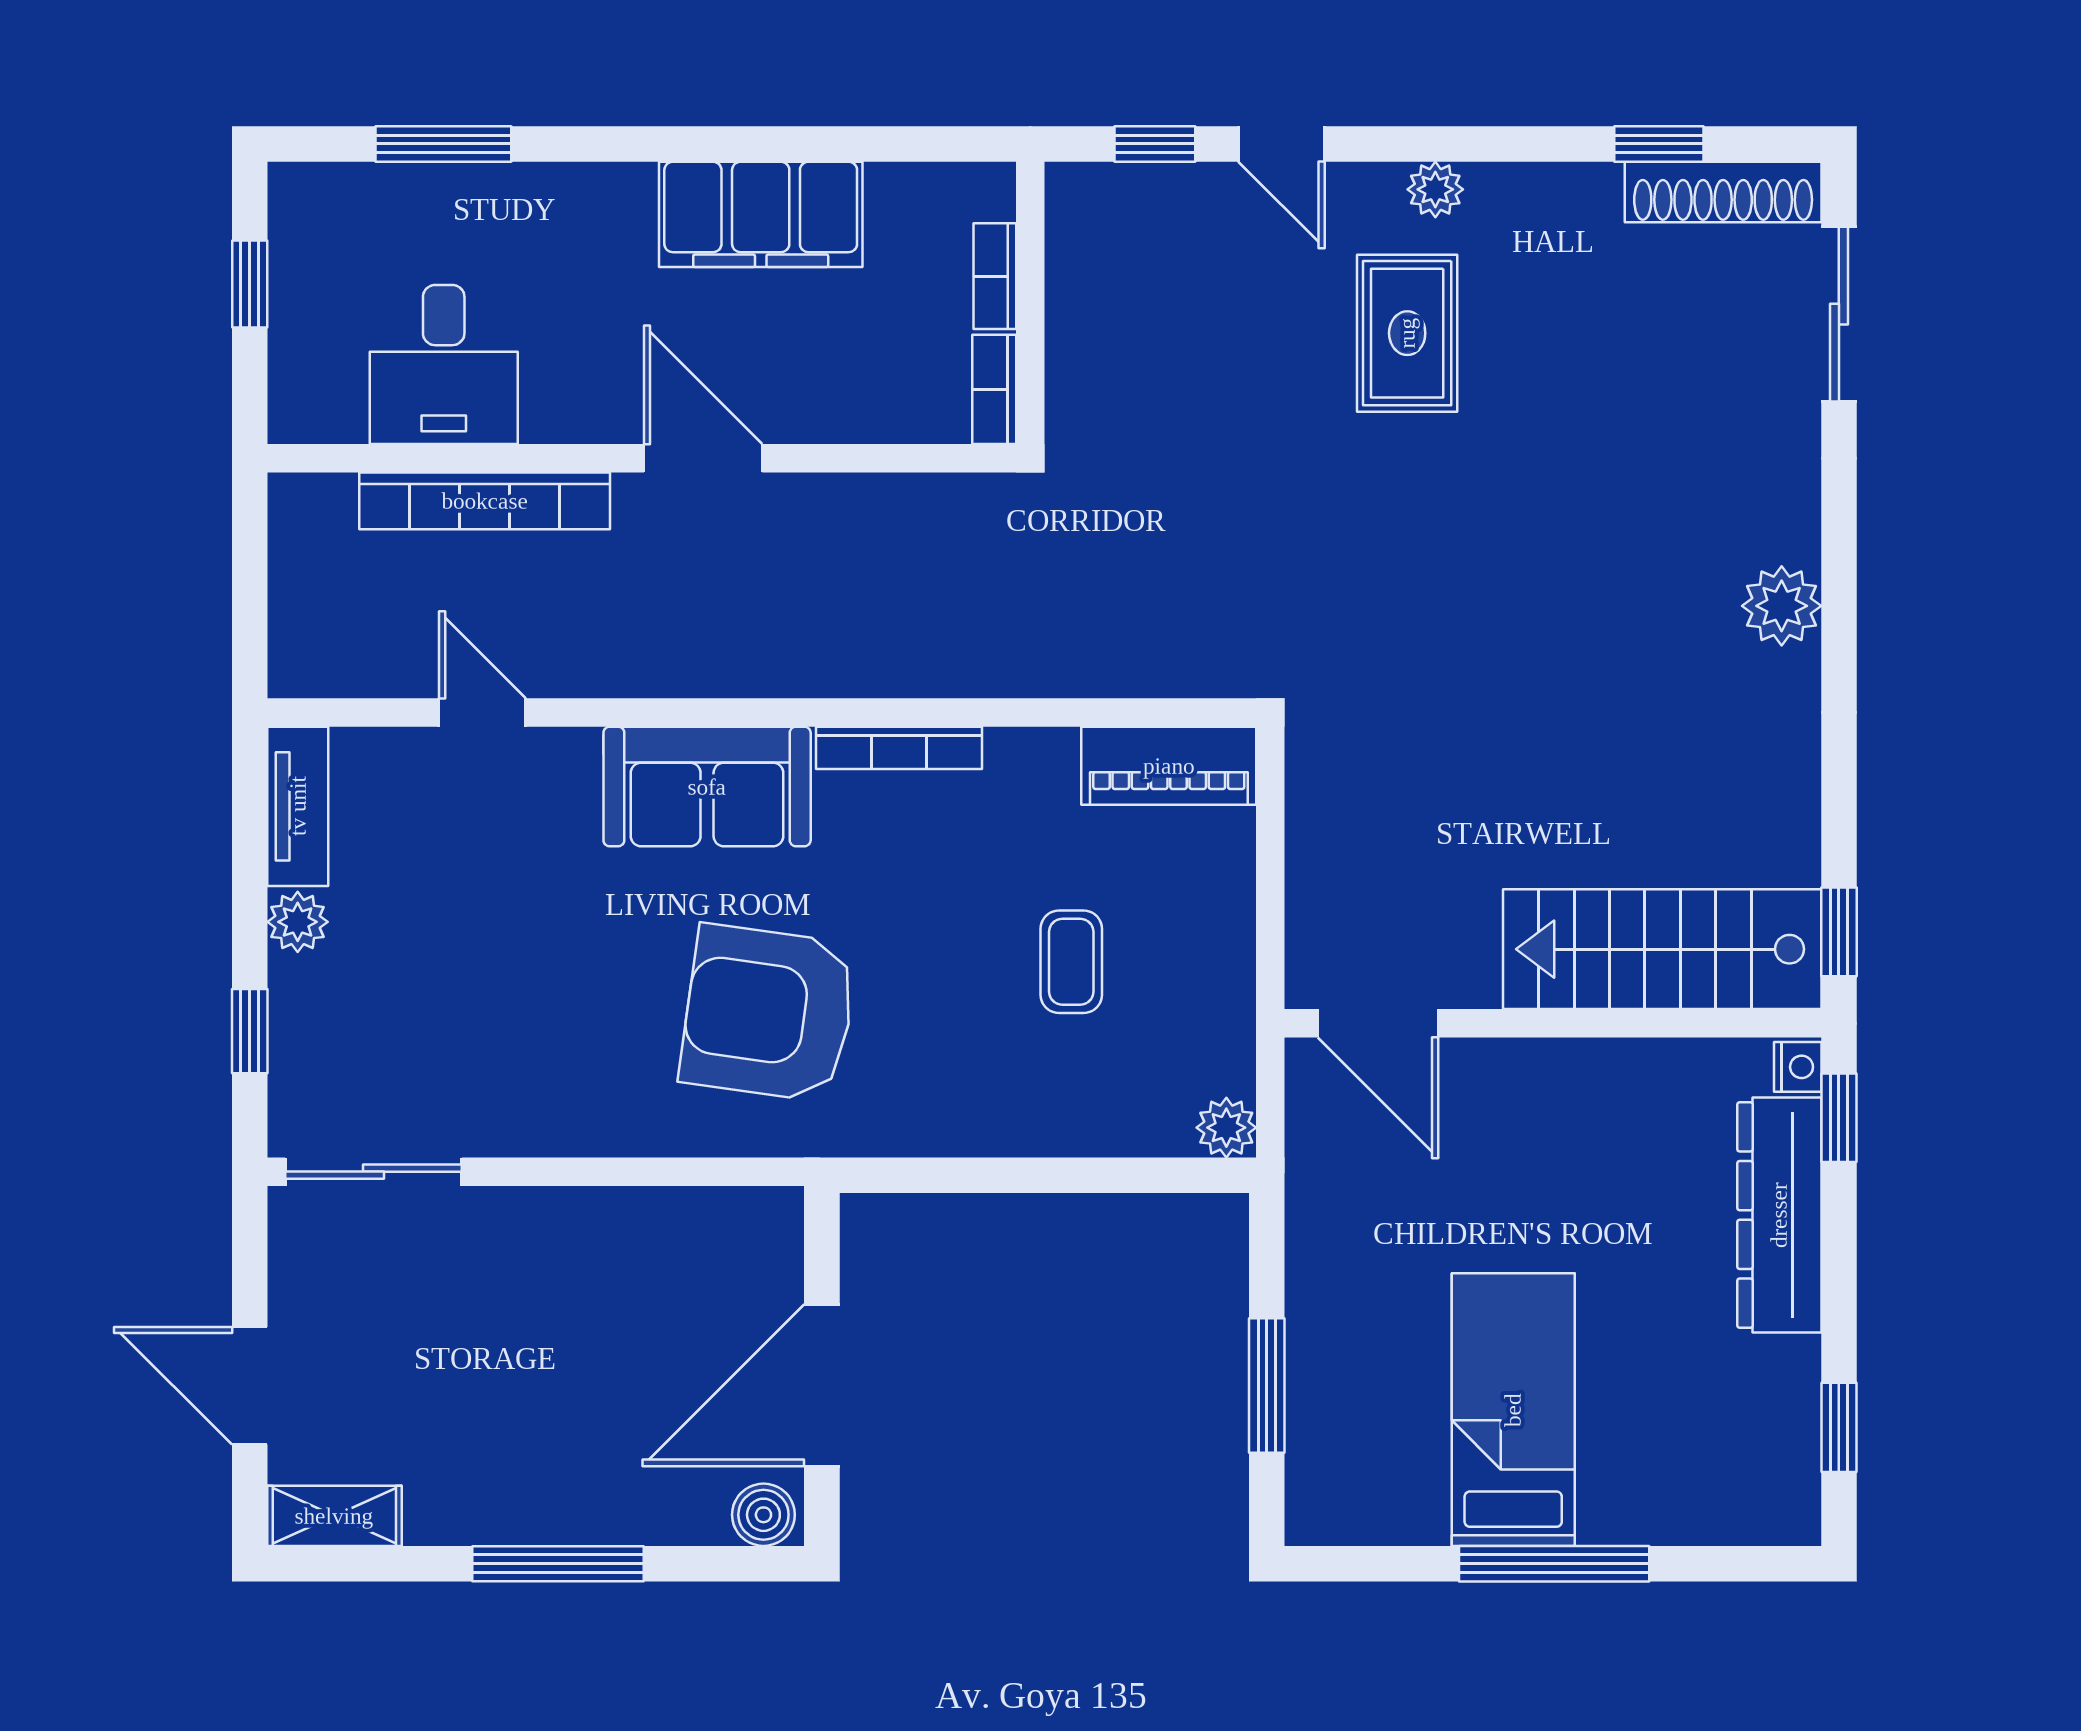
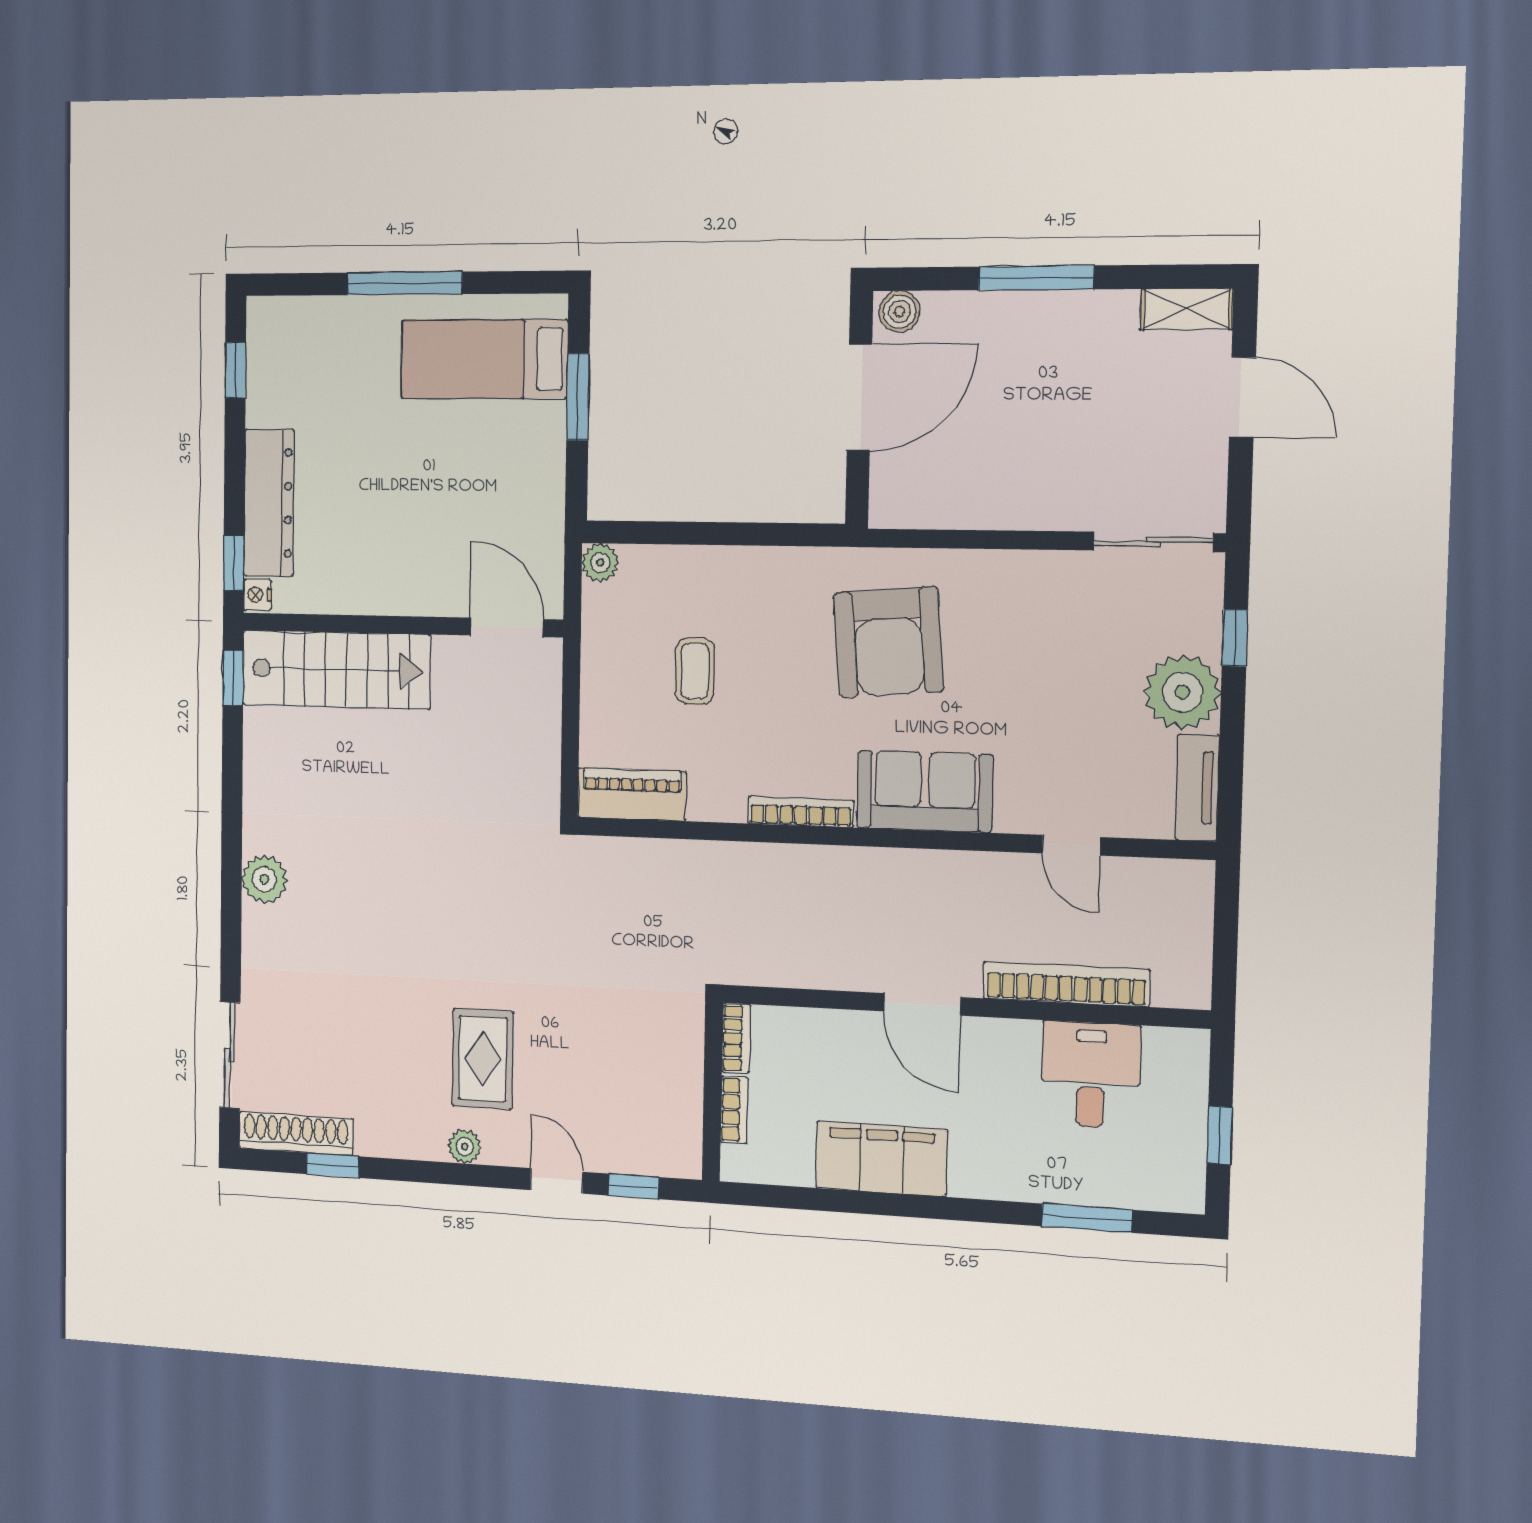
plant: (298, 922) -> (1182, 692), width x1.87, depth x1.87
armchair: (769, 1013) -> (888, 642), turned 77
bed: (1513, 1410) -> (484, 359), moved, turned 90

